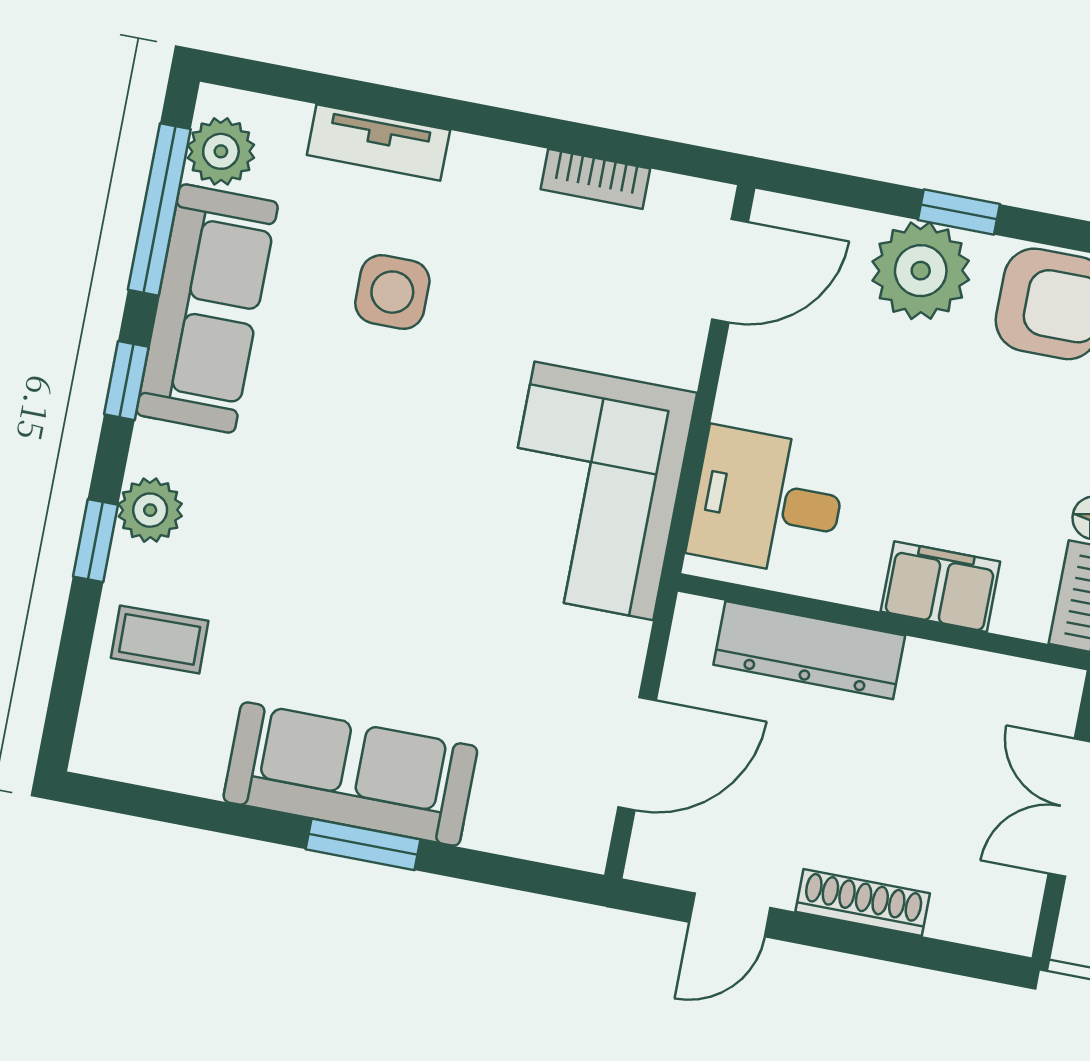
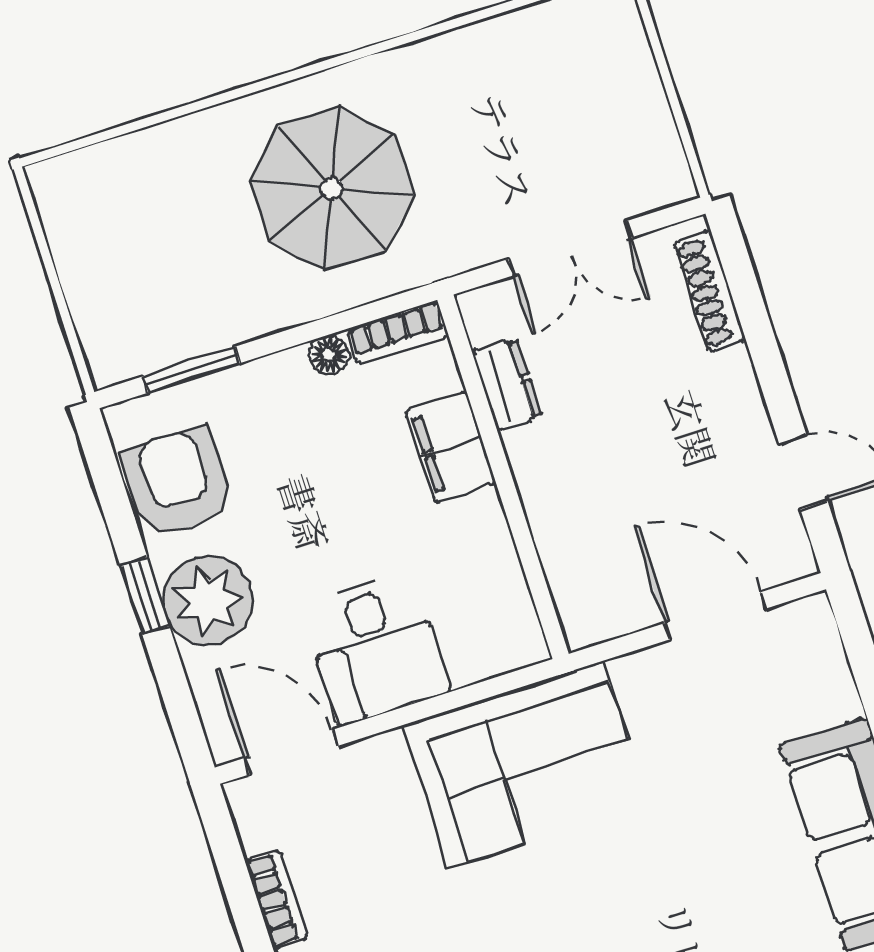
desk: (768, 502) -> (376, 648), moved
dresser: (809, 650) -> (507, 384), moved, width x0.51, depth x0.80
shoe rack: (863, 902) -> (710, 291), moved

